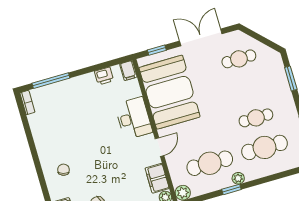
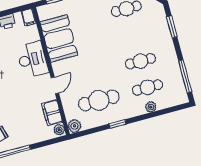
booth: (170, 92) -> (59, 39), width x0.73, depth x0.70
cafe table: (264, 147) -> (147, 87), width x0.73, depth x0.74
plant: (238, 178) -> (151, 107), moved

